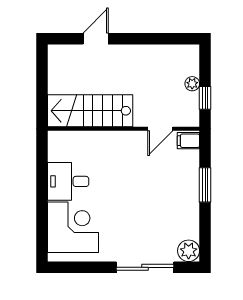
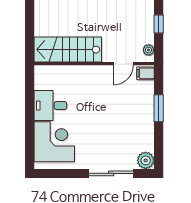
plant: (192, 84) -> (149, 50), moved
window: (205, 98) -> (159, 24), moved

